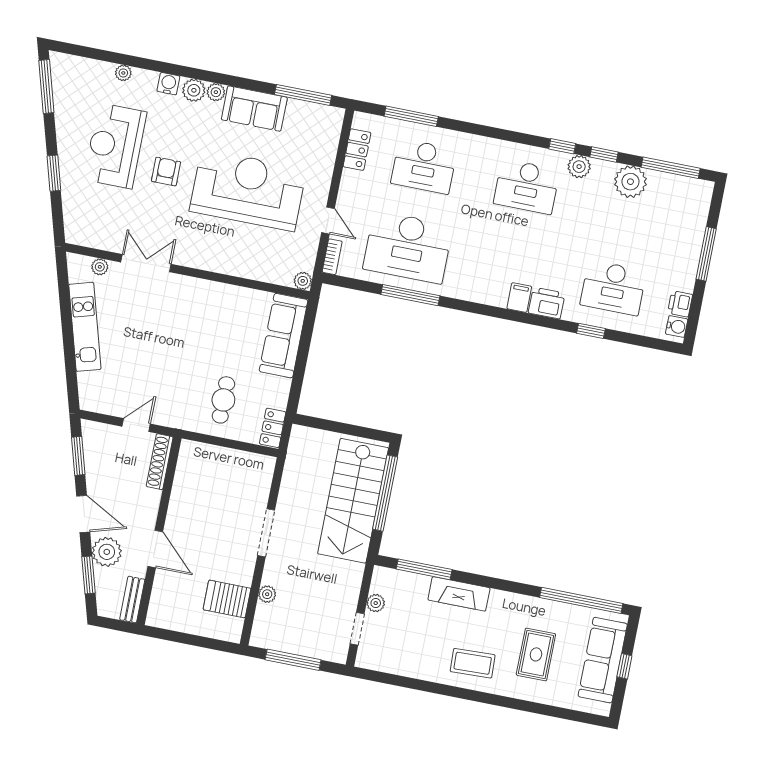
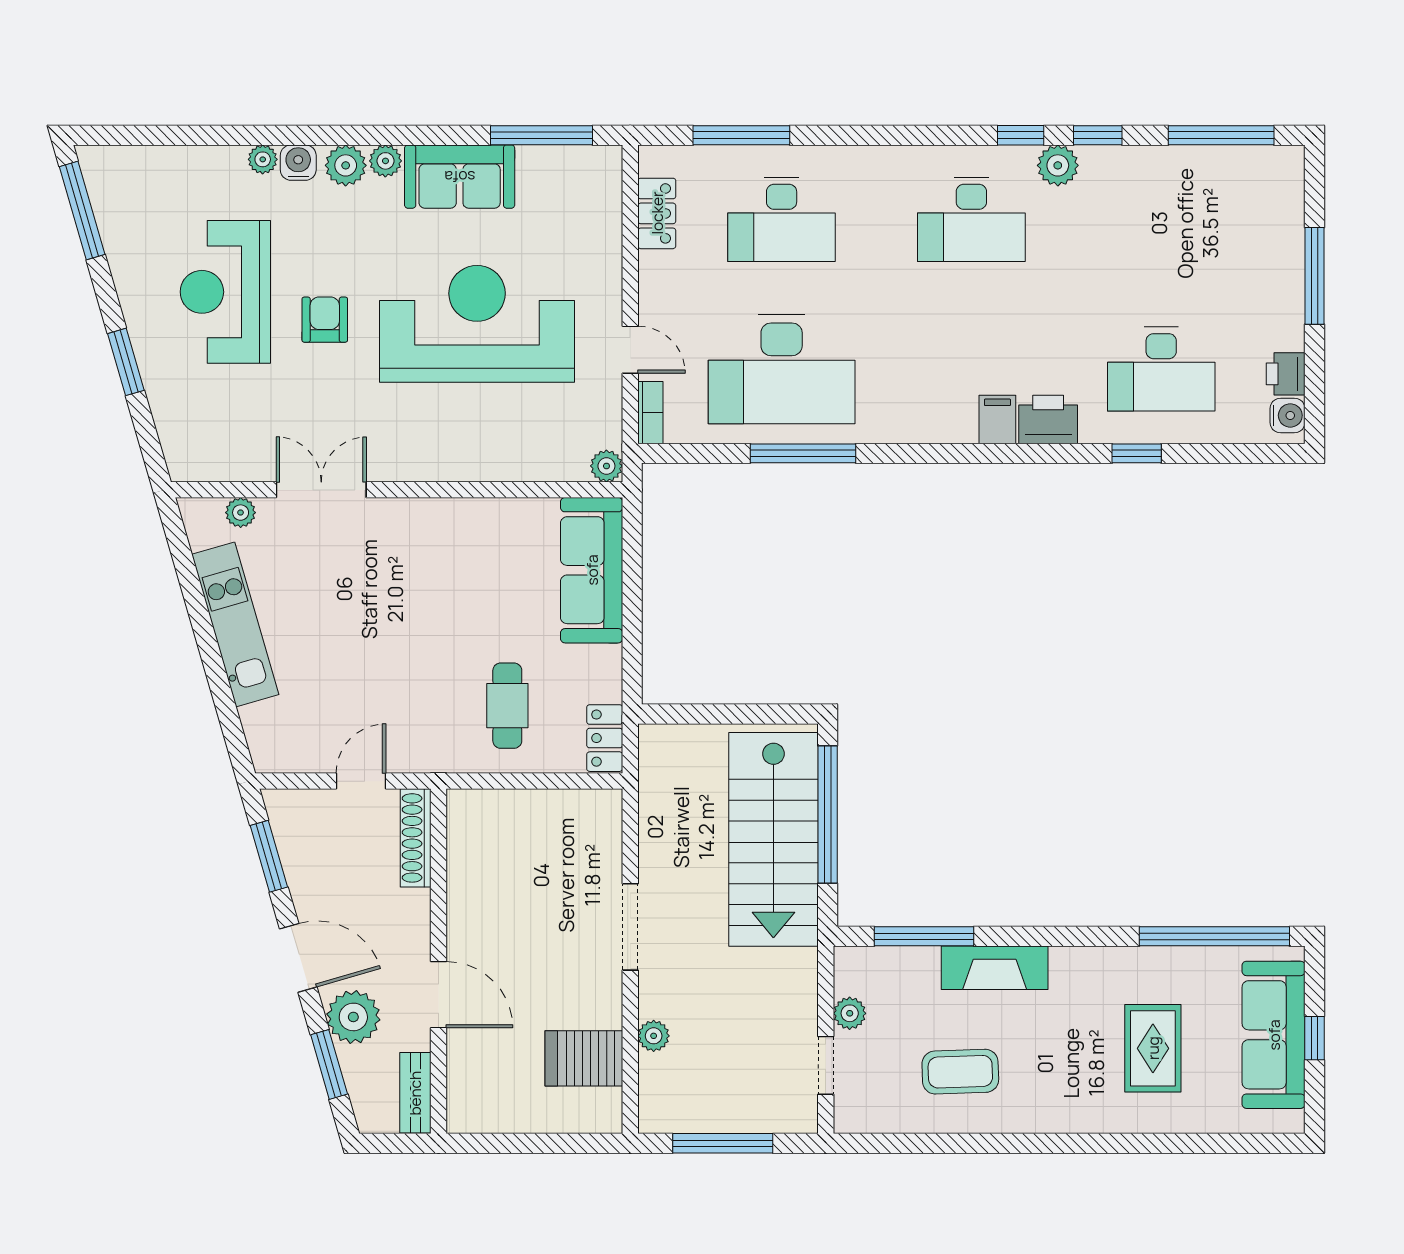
plant: (123, 73) -> (263, 159), moved
plant: (630, 182) -> (1154, 174), removed
coffee table: (473, 663) -> (960, 1072), moved

